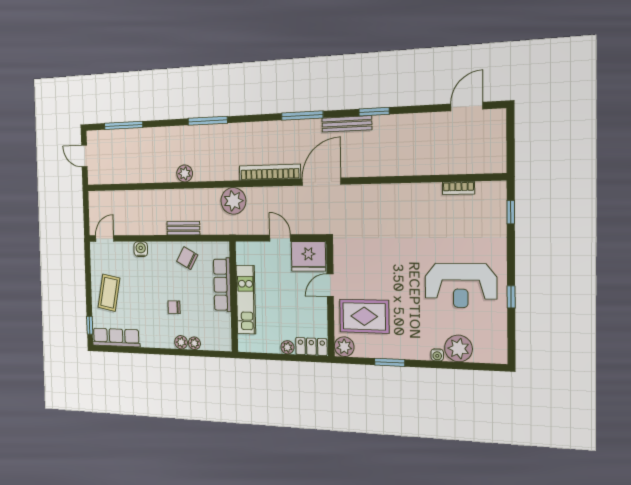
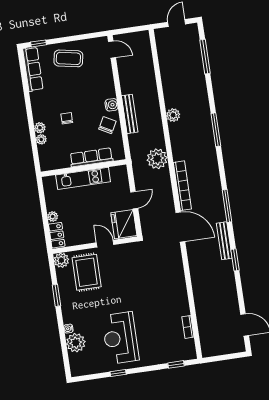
bench: (183, 228) -> (130, 114), width x1.36
water cooler: (141, 249) -> (111, 105), moved

